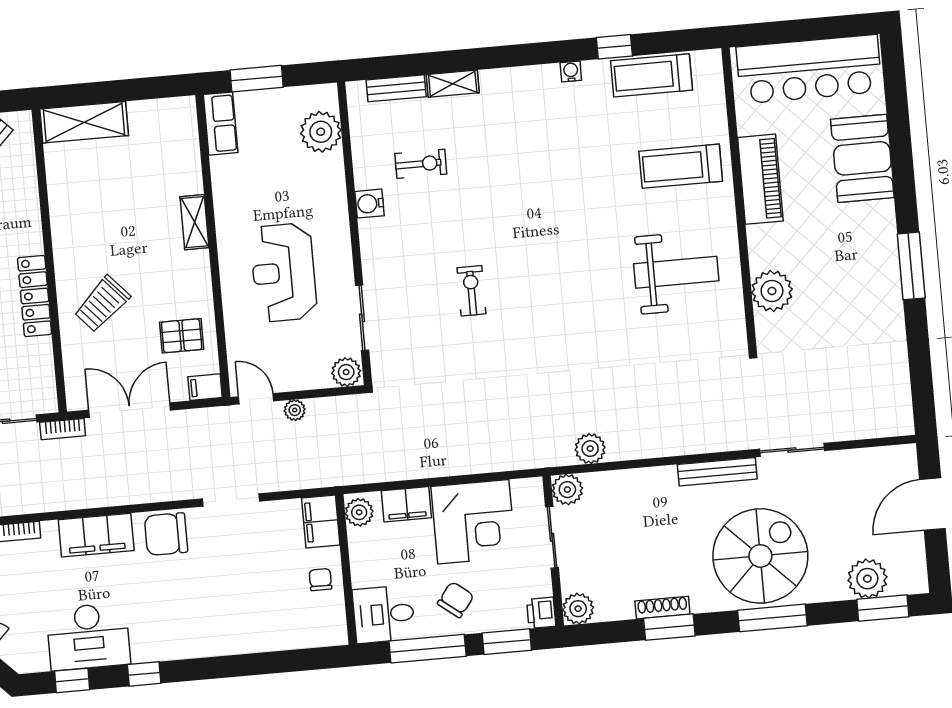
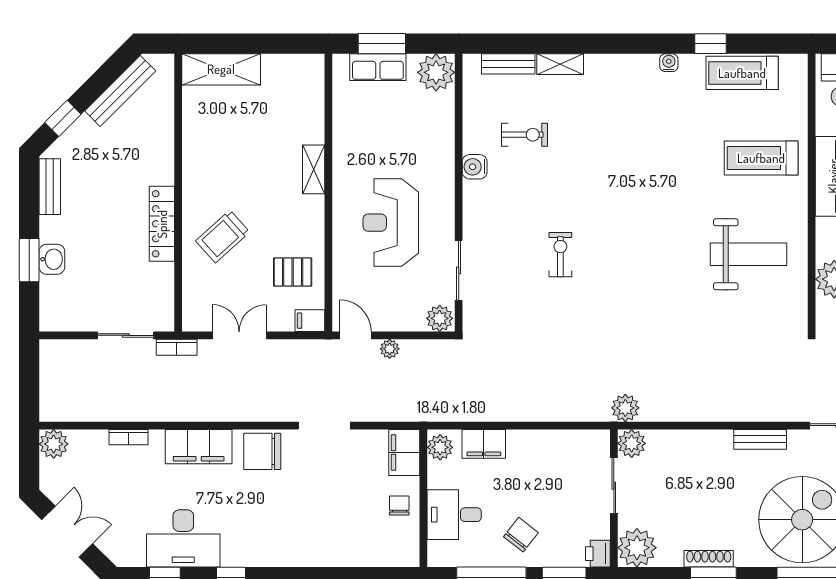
row of seats: (221, 124) -> (378, 67), moved, turned 90
plant: (321, 132) -> (436, 72), moved
double door: (130, 410) -> (239, 335), width x0.73
plant: (590, 449) -> (625, 408), moved
bench: (717, 472) -> (760, 439), width x0.73
corner desk: (473, 522) -> (543, 465), removed
plant: (578, 609) -> (637, 548), width x1.36, depth x1.36
desk: (384, 614) -> (454, 515), moved

